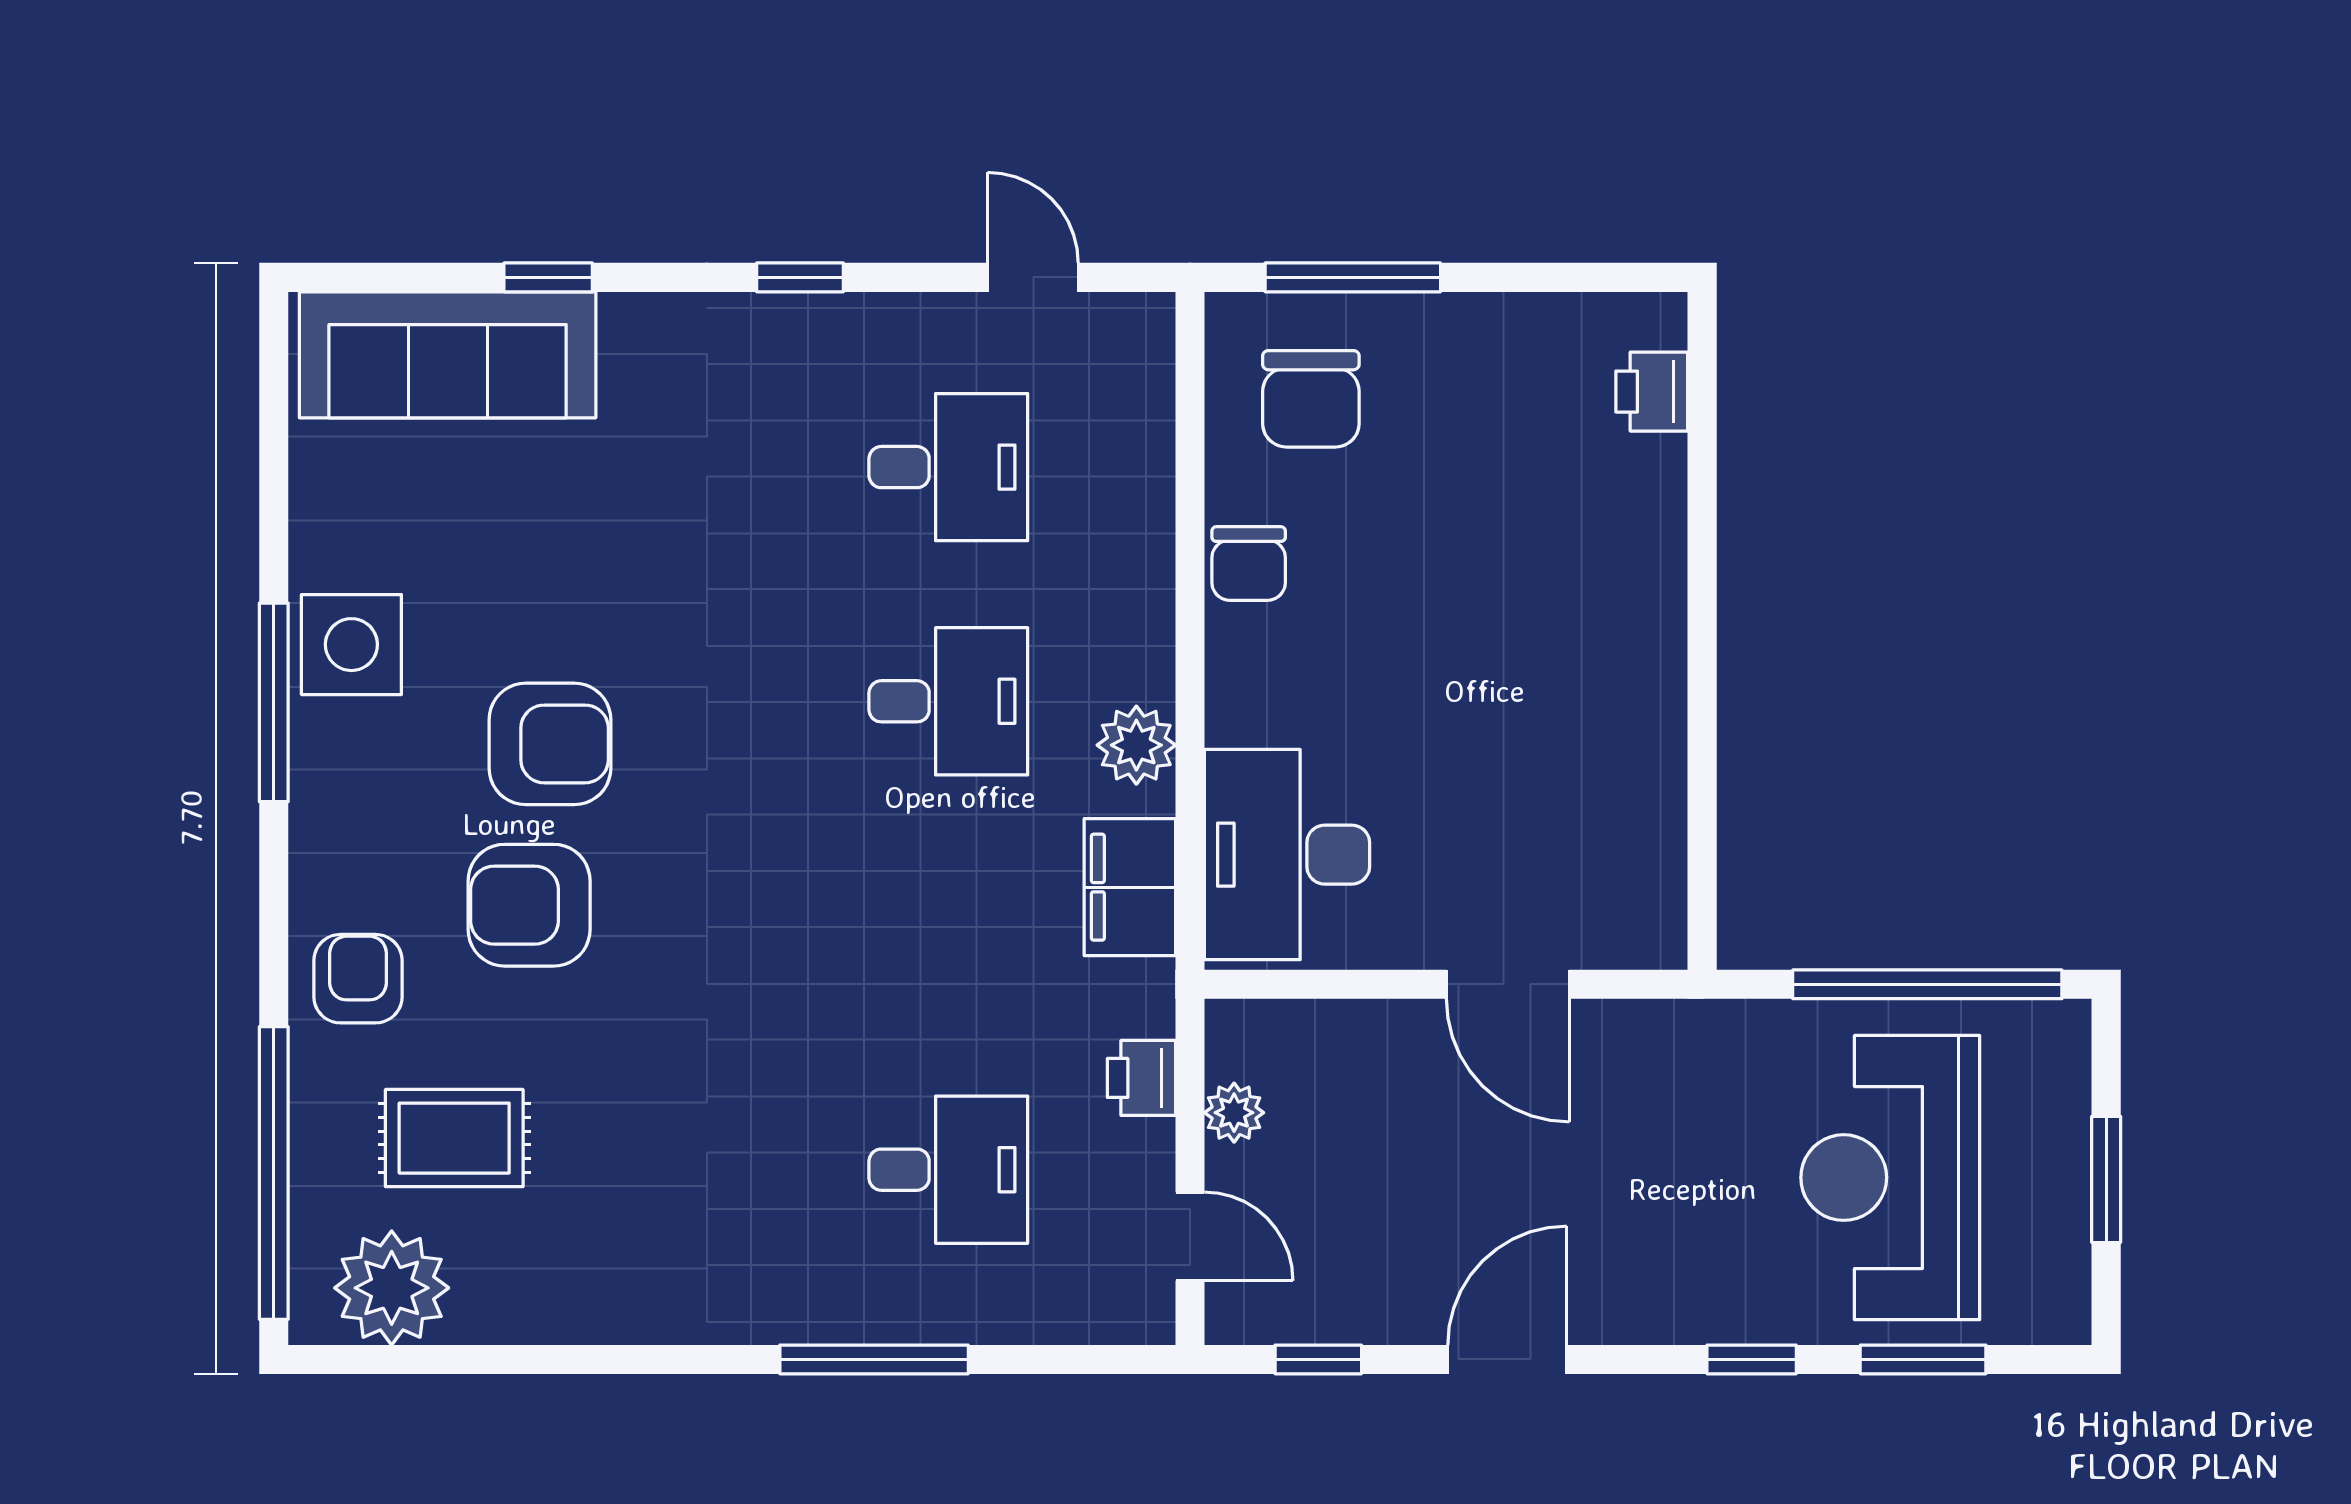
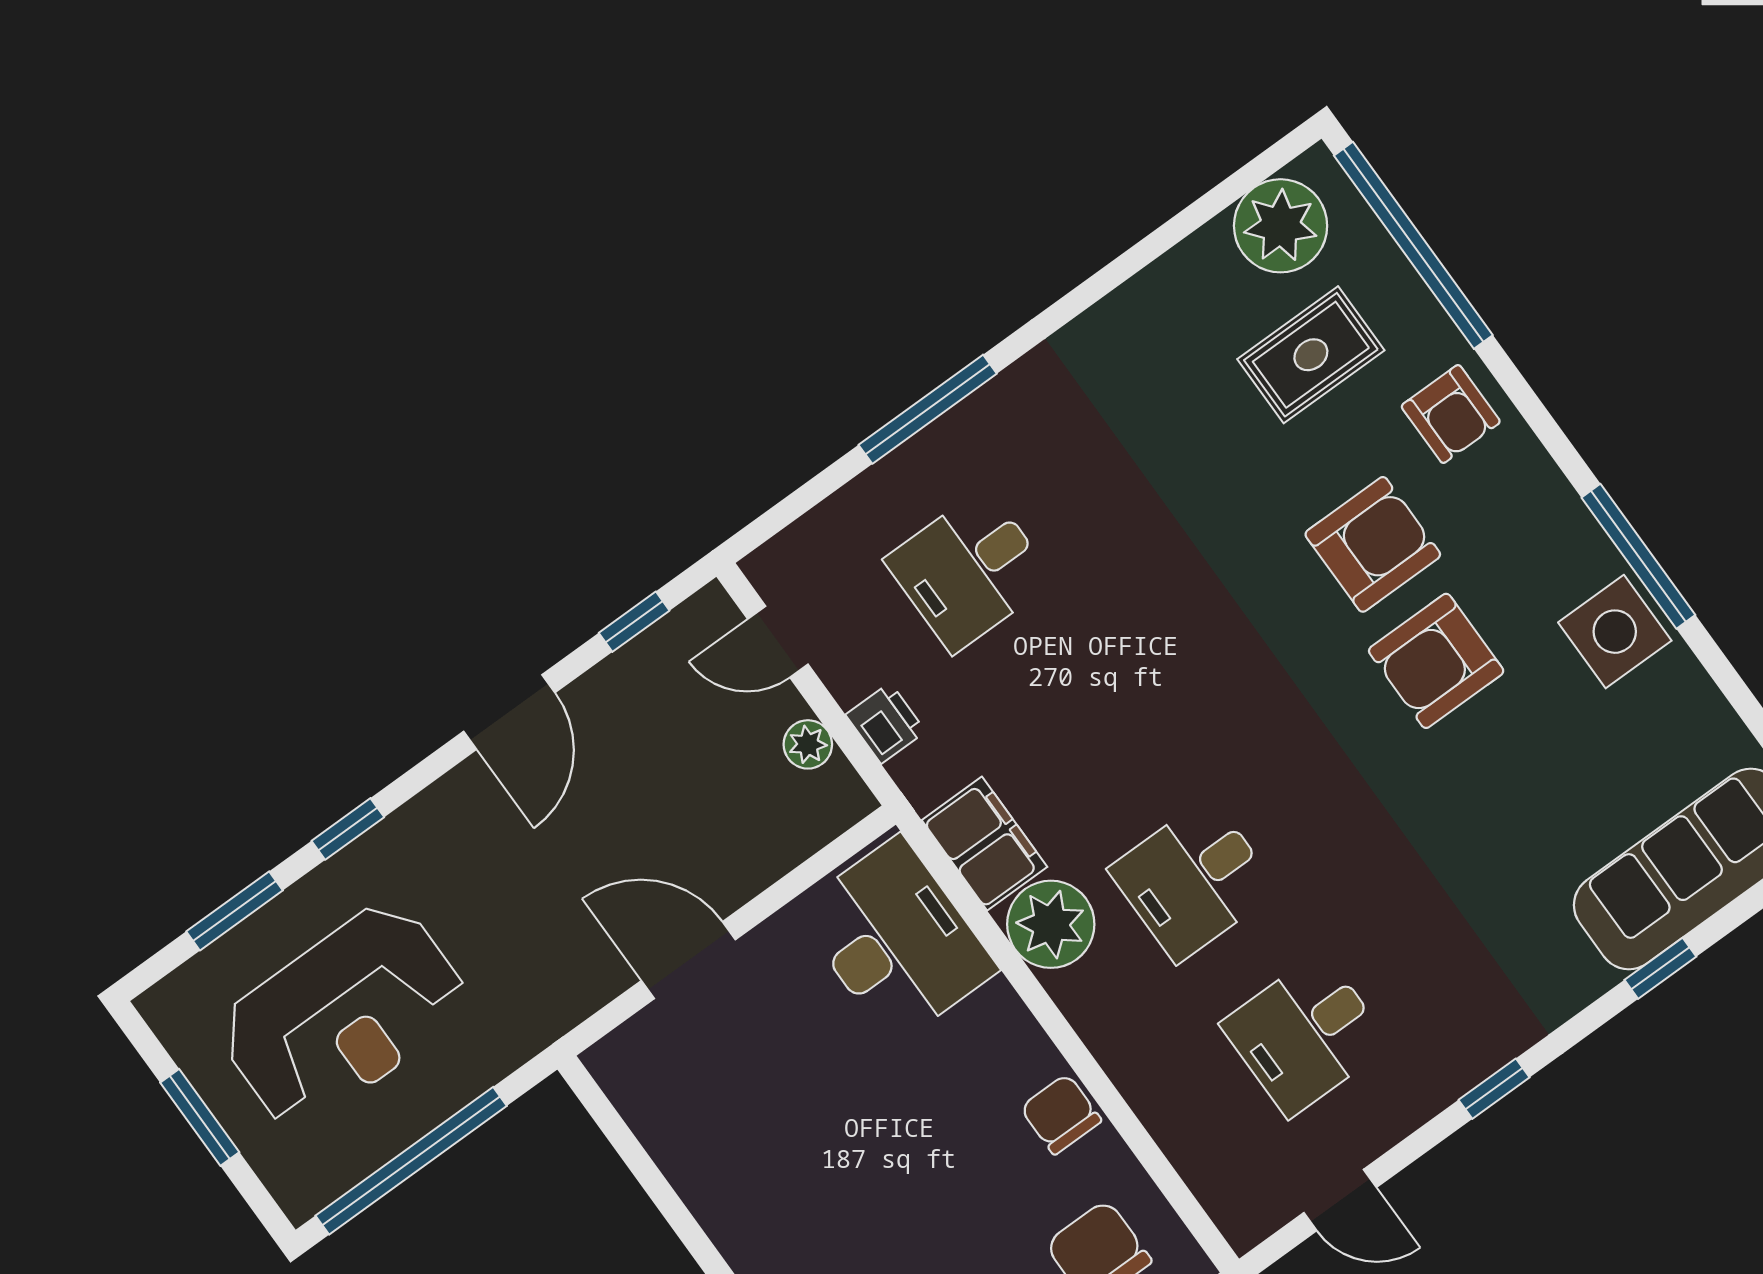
plant: (1136, 745) -> (1051, 924), width x1.36, depth x1.36
reception desk: (1890, 1178) -> (343, 1015), turned 90

